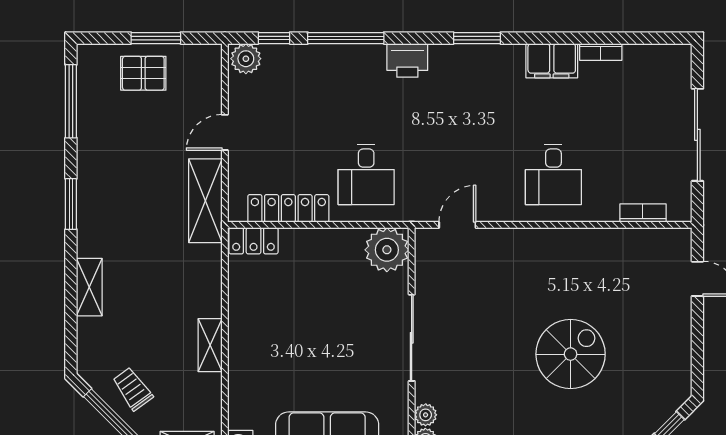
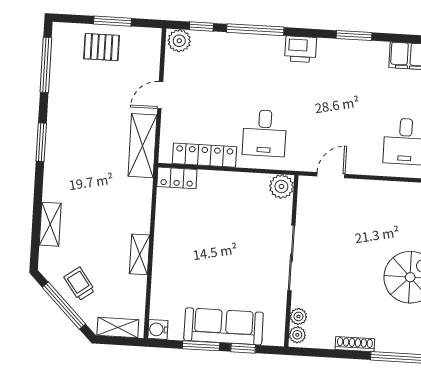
plant: (387, 250) -> (281, 186), width x0.73, depth x0.73
shelving: (89, 287) -> (50, 224), moved

